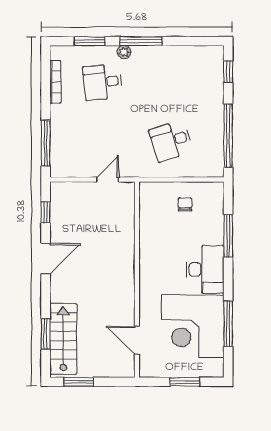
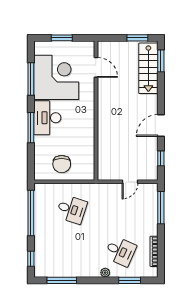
window: (141, 41) -> (62, 280), moved
desk: (103, 82) -> (120, 251), turned 30
desk: (171, 141) -> (72, 209), turned 36
door: (108, 180) -> (130, 182), moved
chair: (185, 204) -> (62, 164), width x1.87, depth x1.87
window: (228, 236) -> (31, 128), moved
window: (46, 334) -> (161, 61), moved

